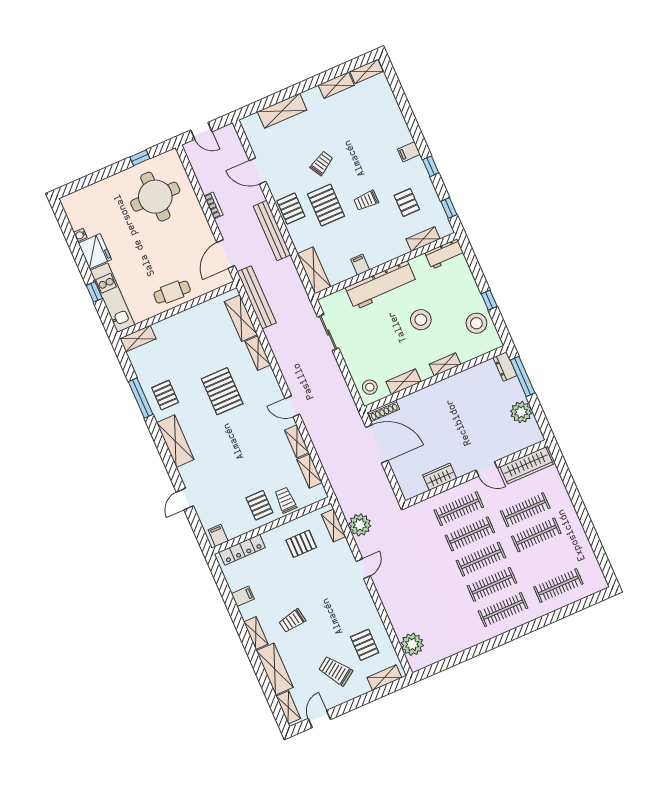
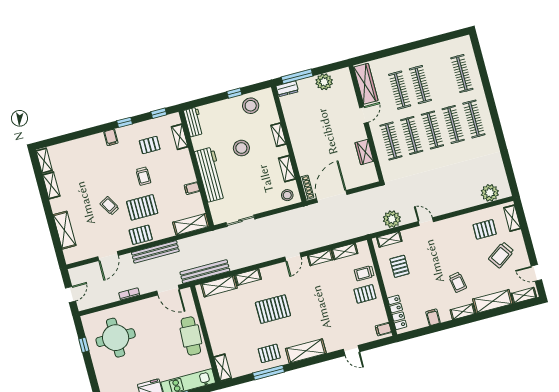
cafe table: (172, 292) -> (191, 336), width x1.37, depth x1.35

